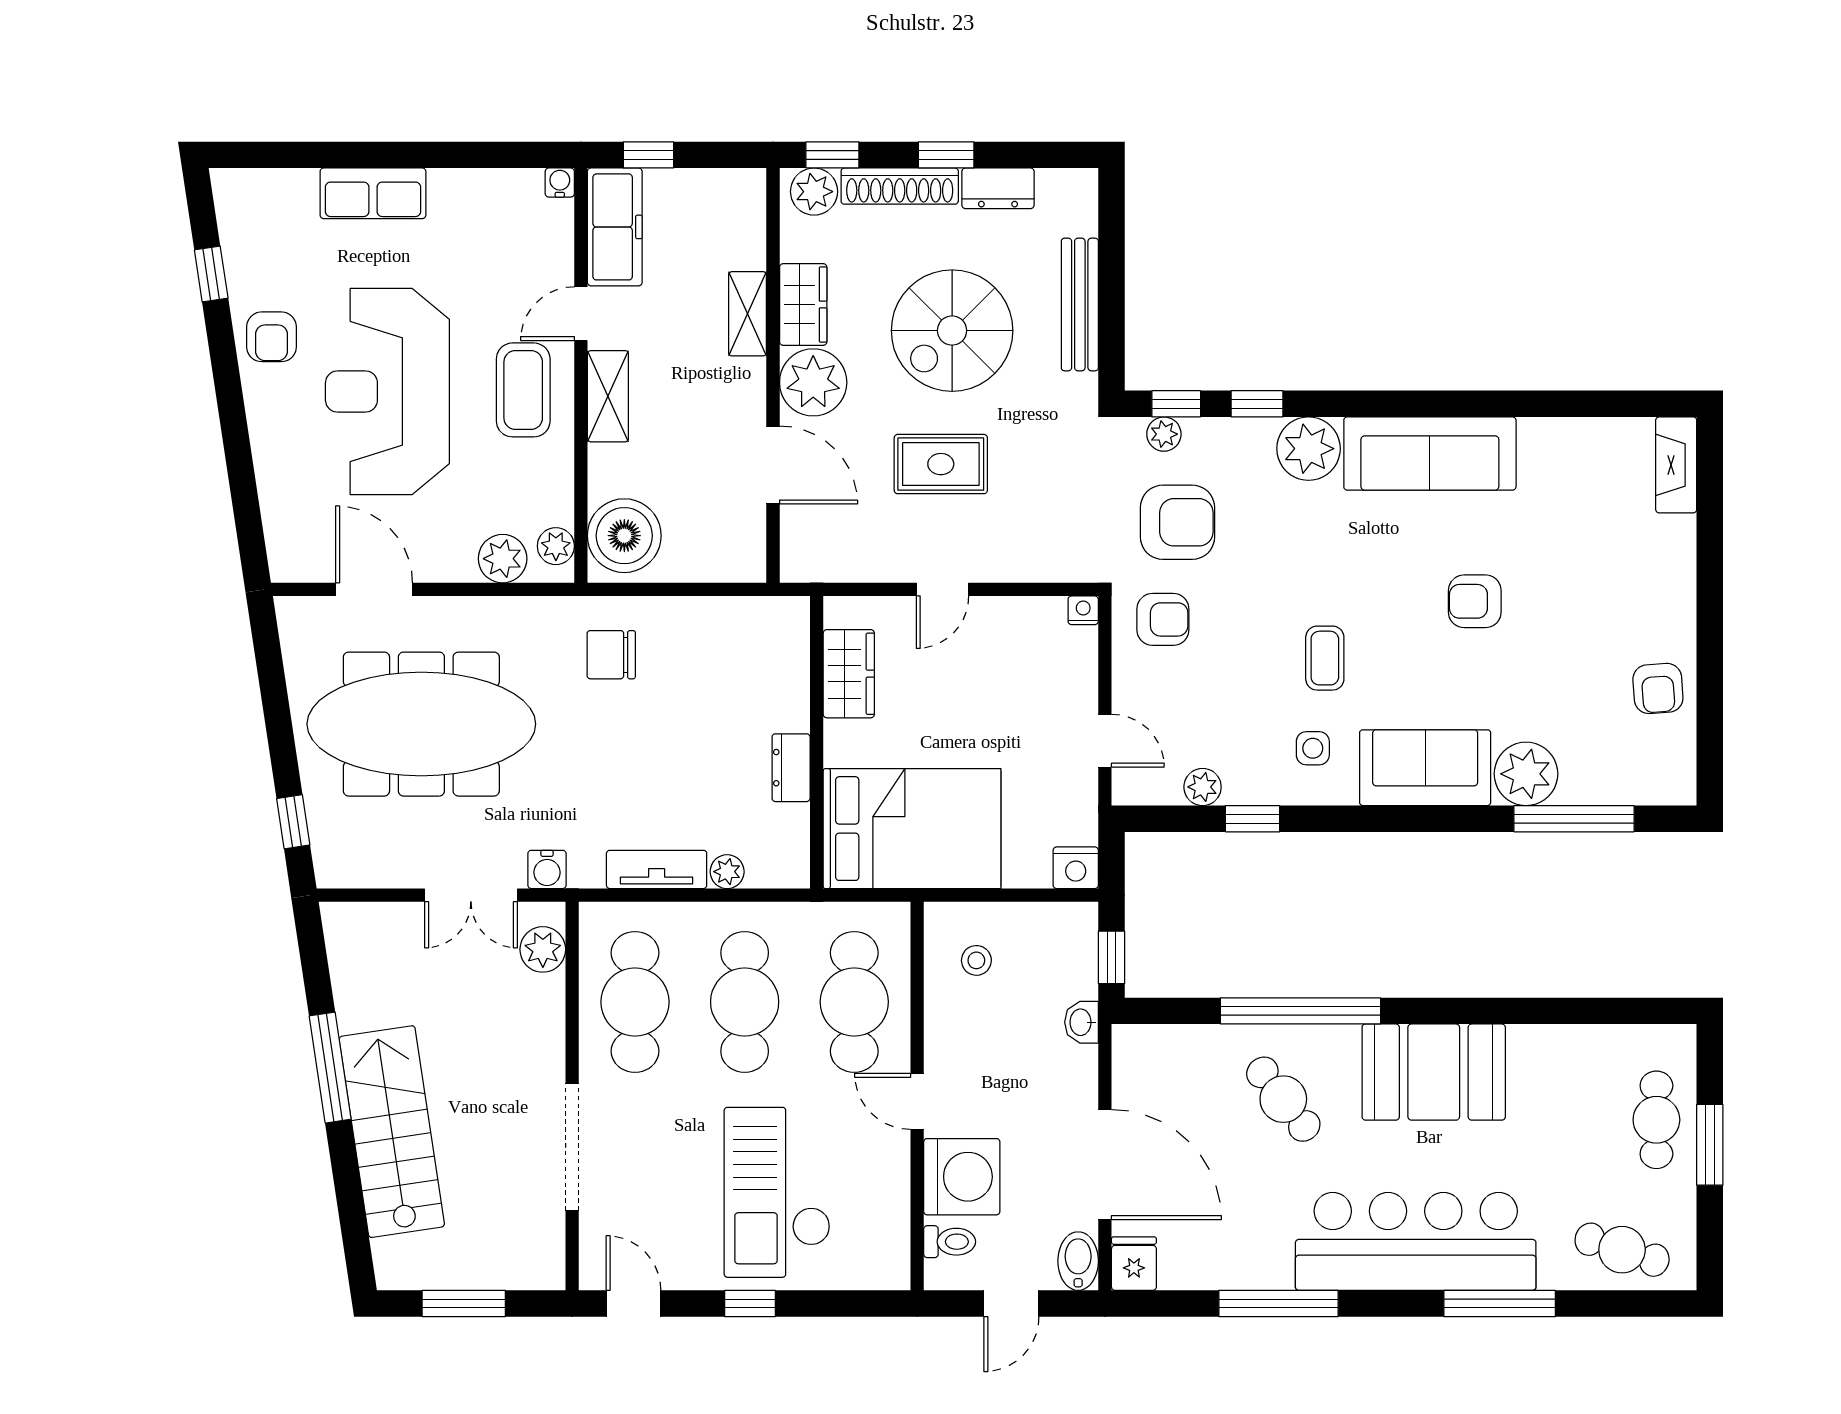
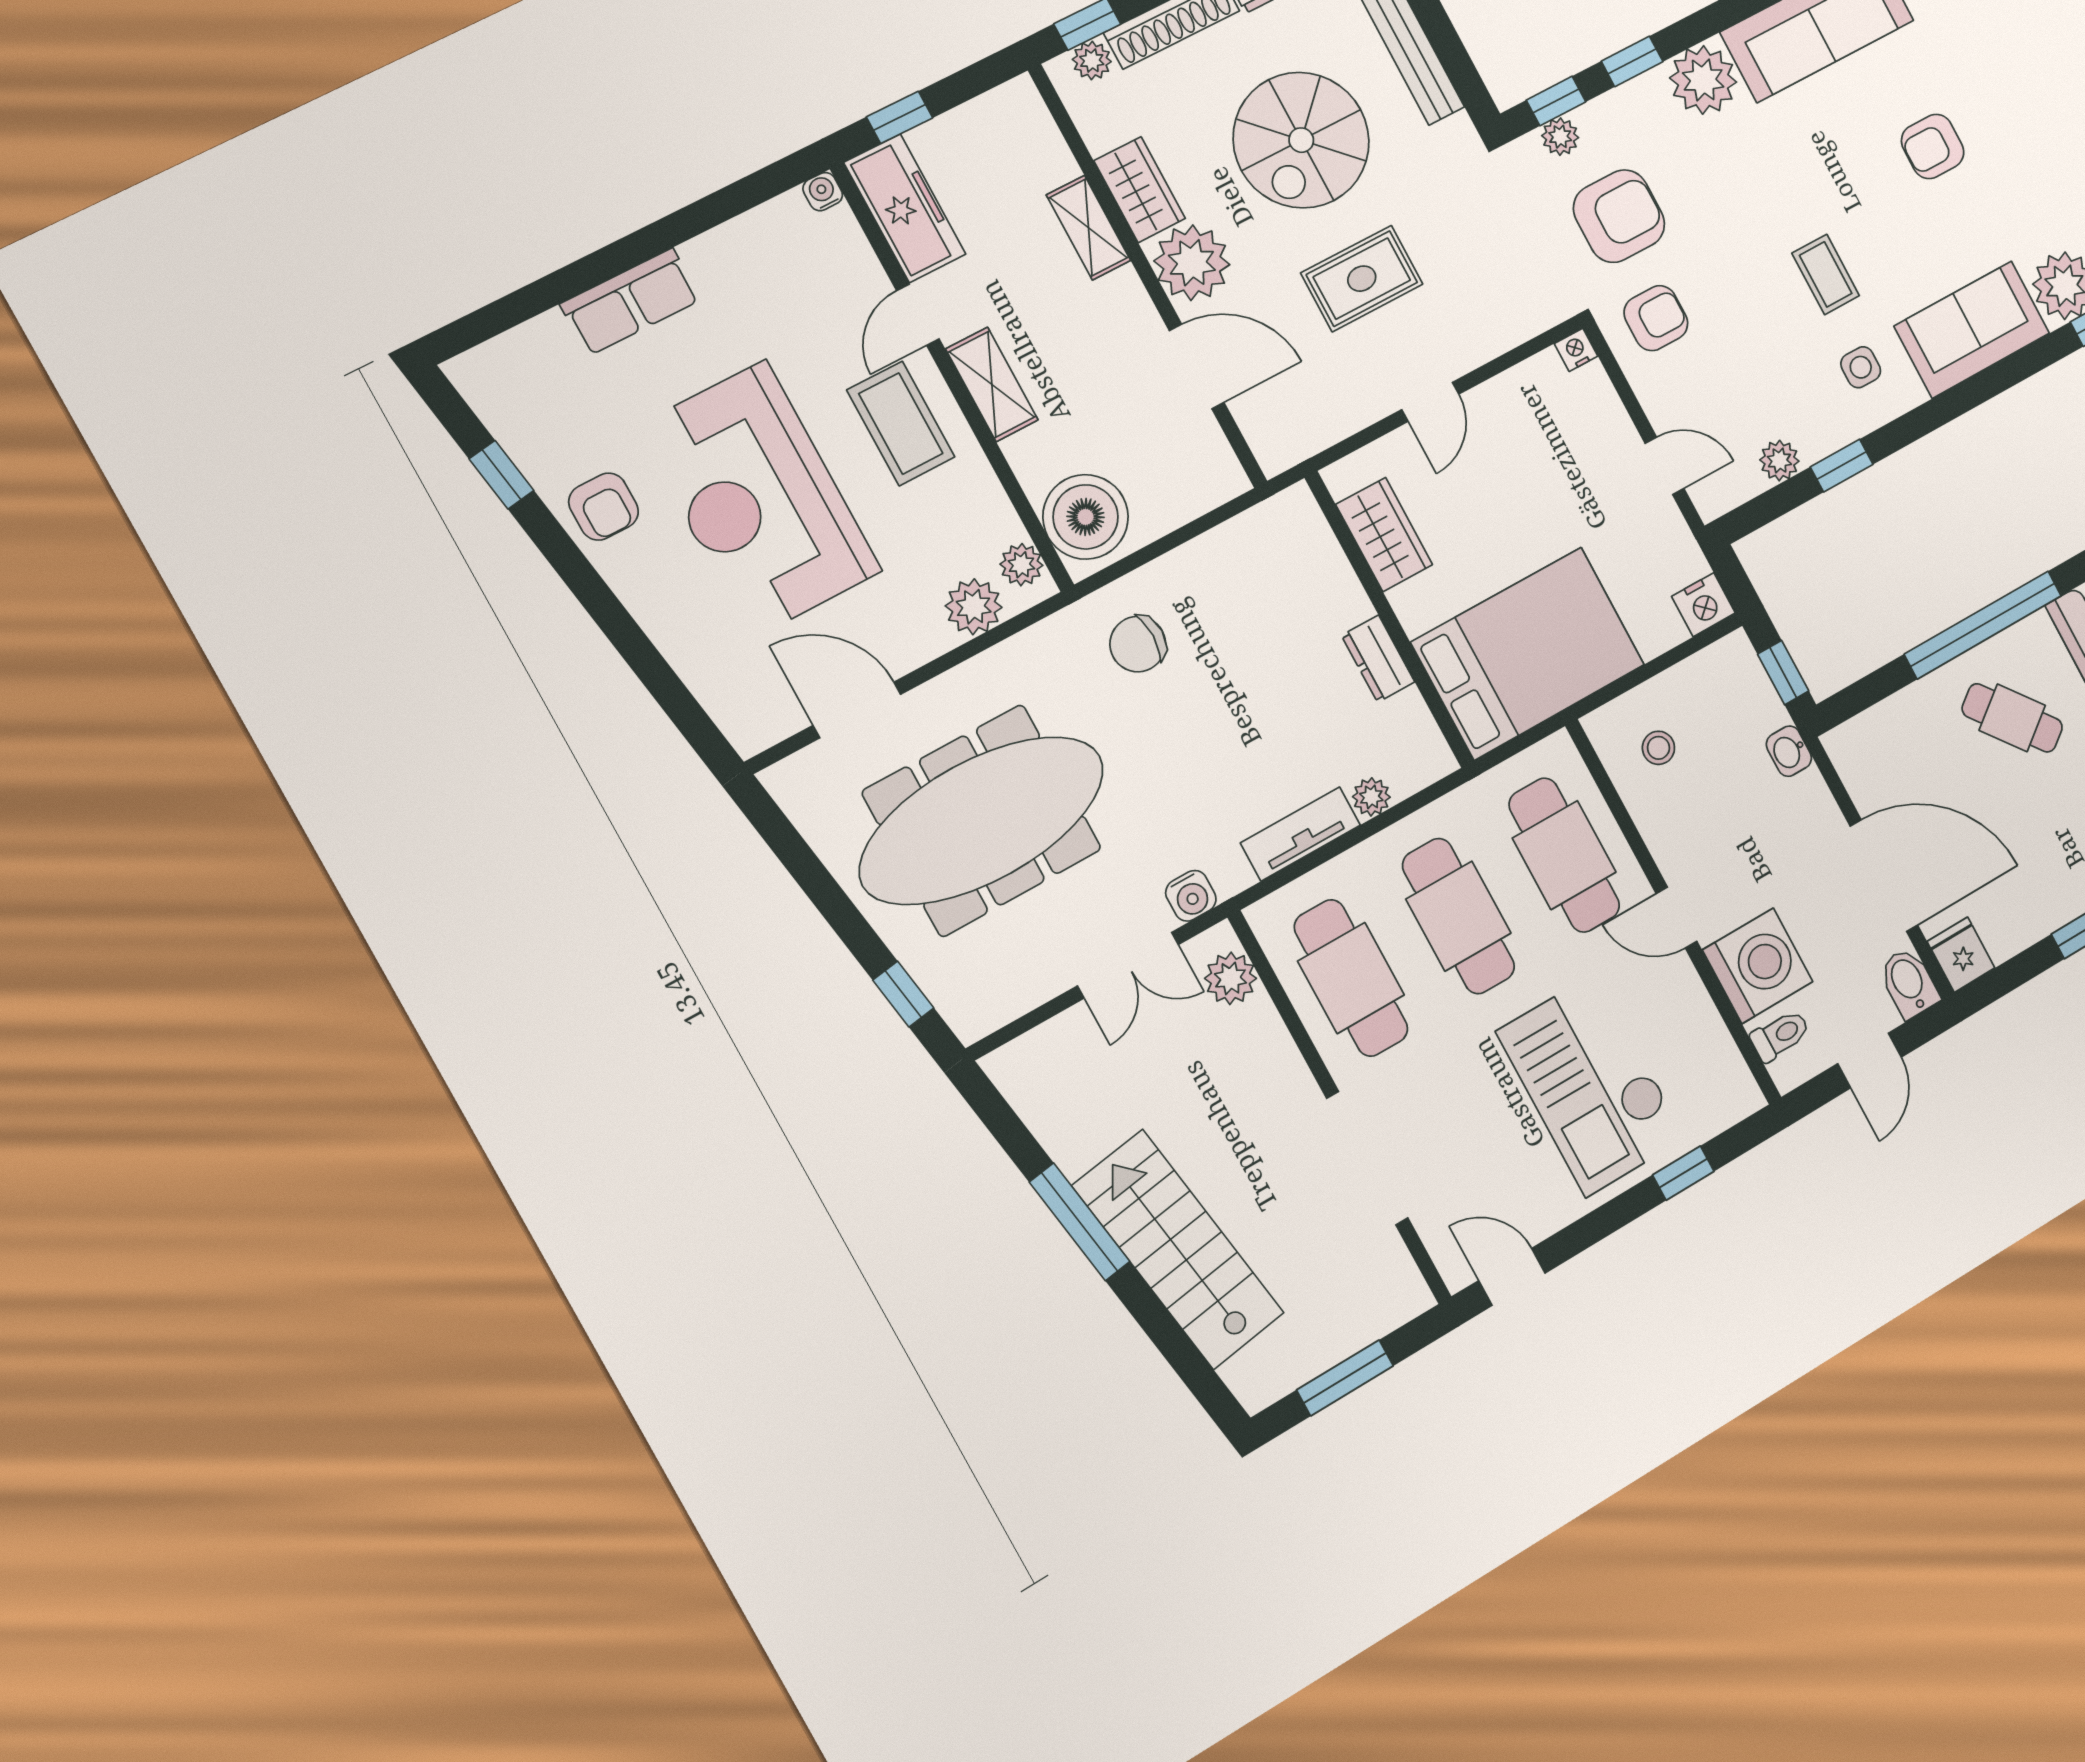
plant: (814, 192) -> (1092, 60), width x0.73, depth x0.73
window: (750, 1303) -> (1683, 1173), moved

